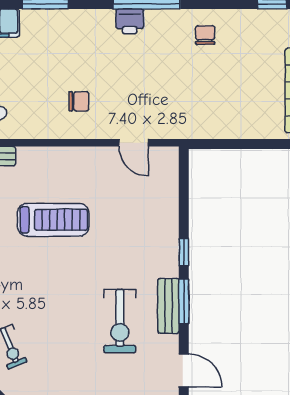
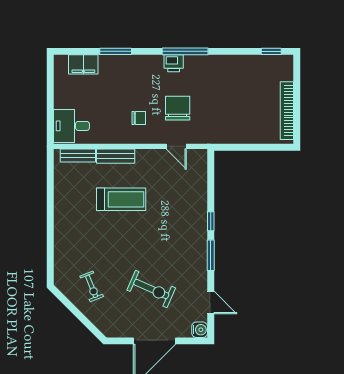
chair: (205, 35) -> (178, 108), moved, width x1.87, depth x1.87
bench: (168, 306) -> (116, 156), moved, turned 90
exercise bike: (120, 321) -> (151, 289), moved, turned -66

